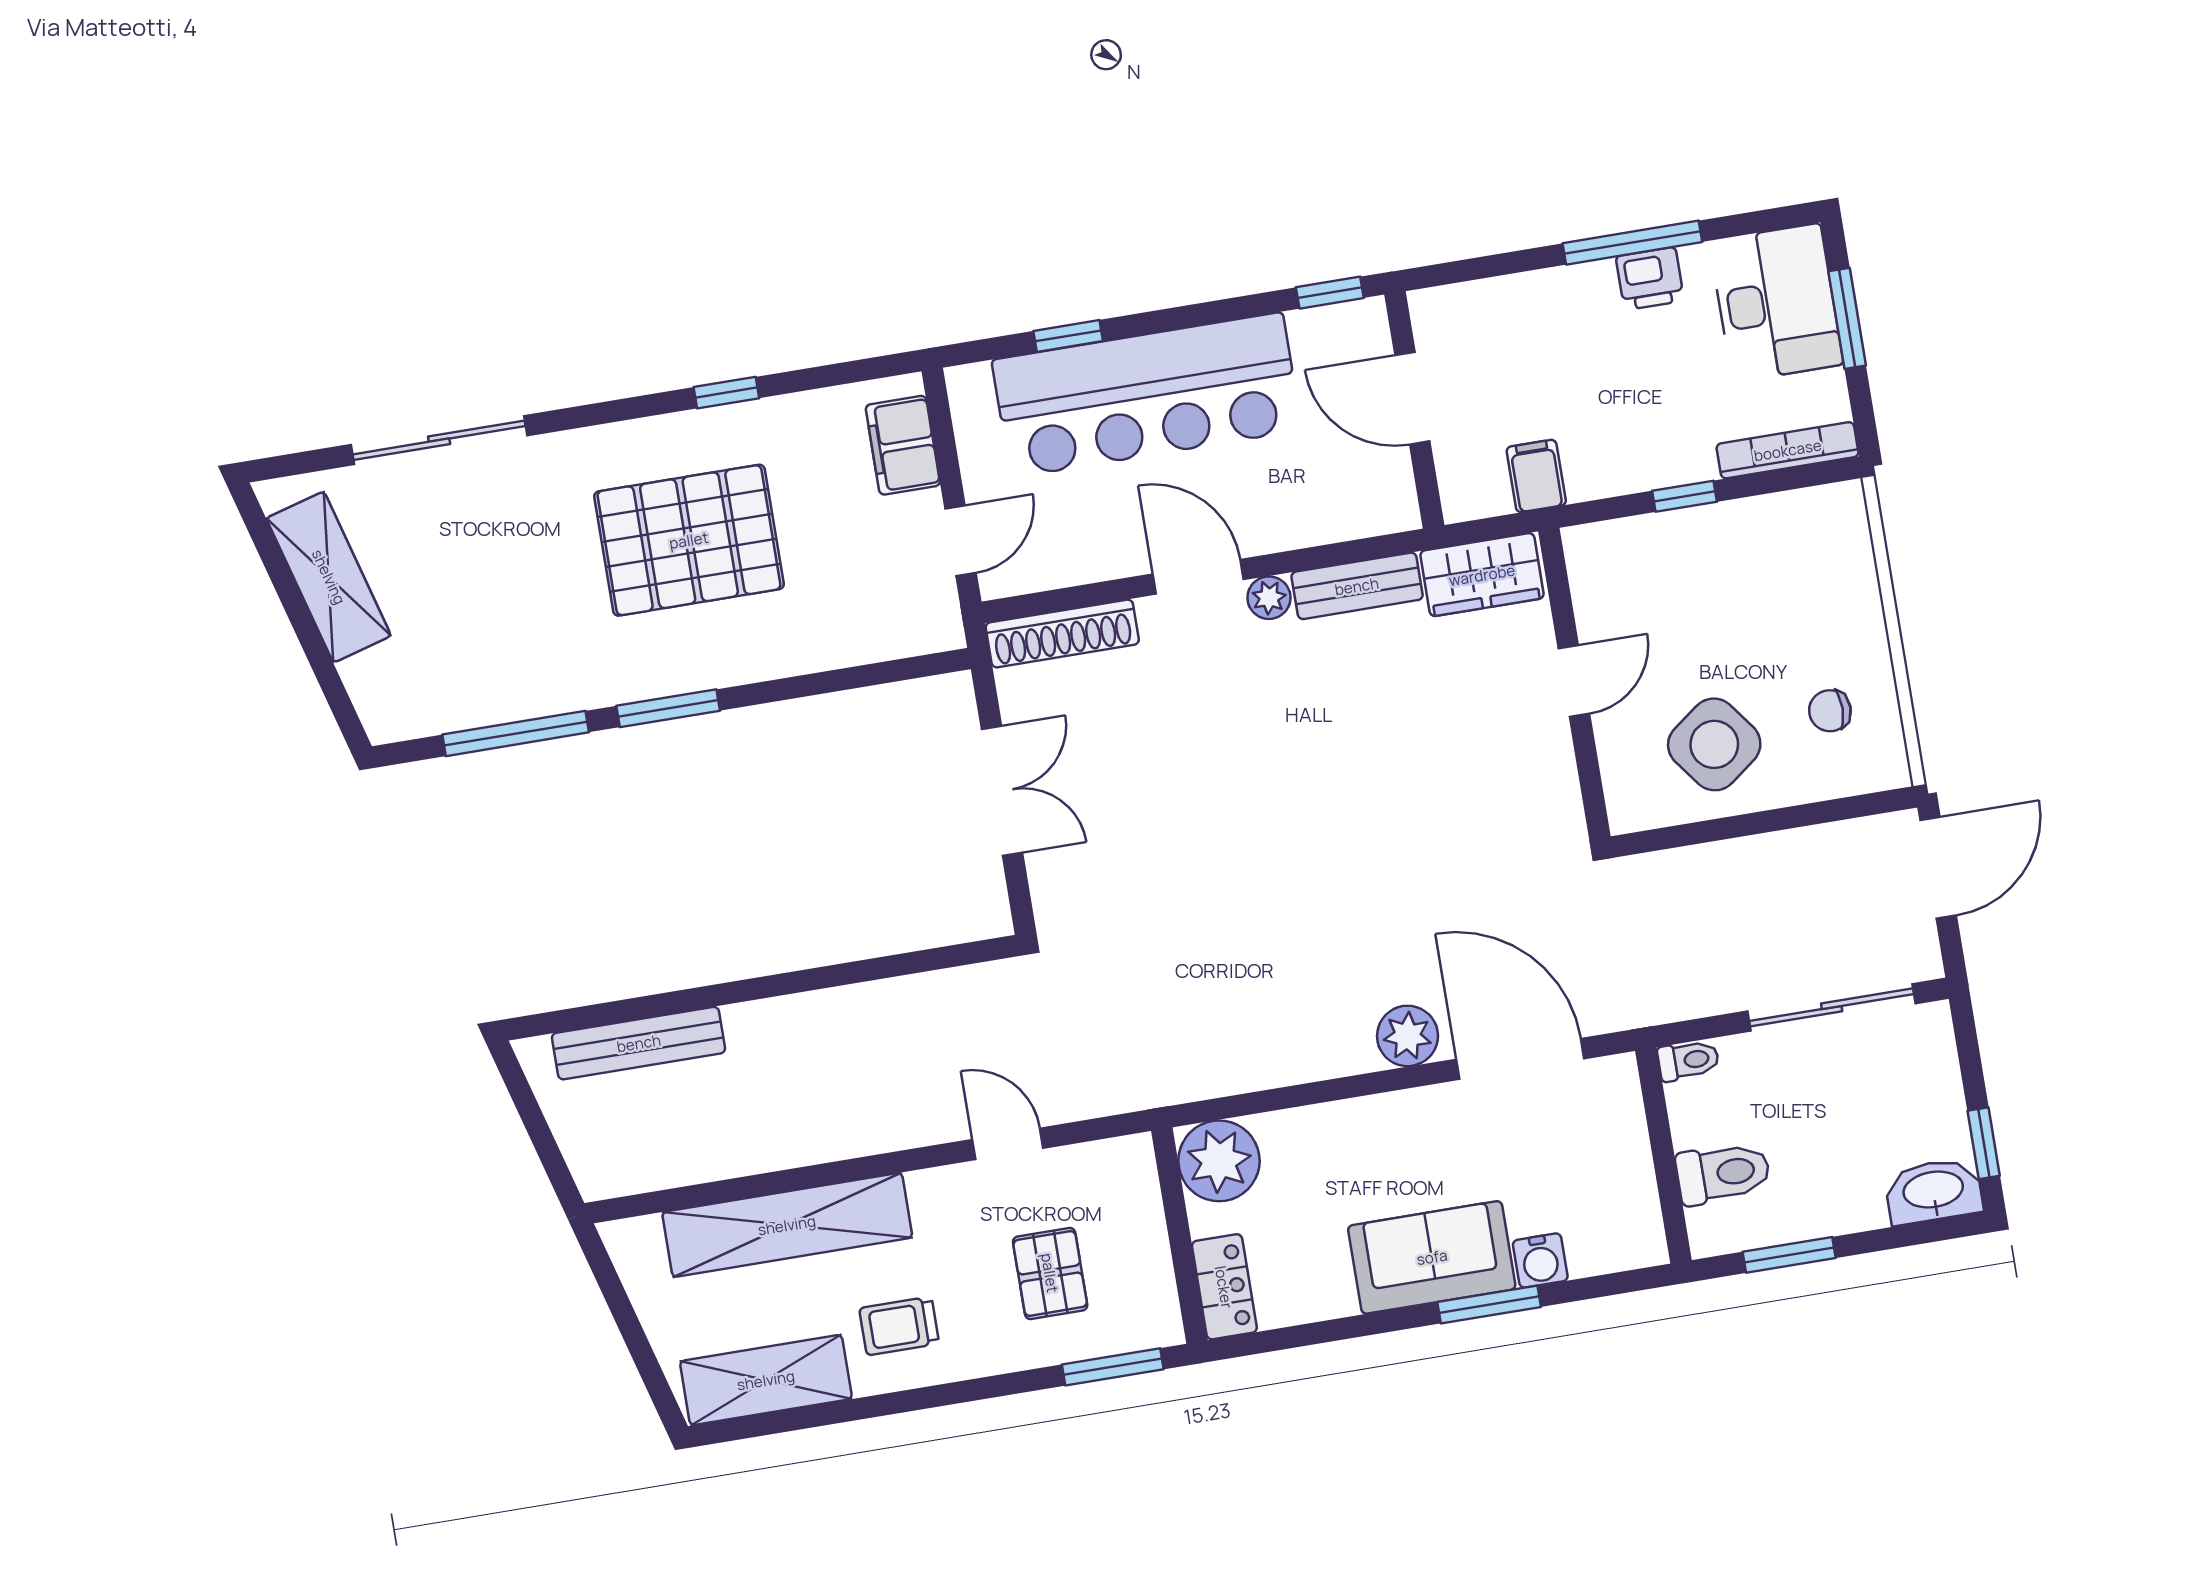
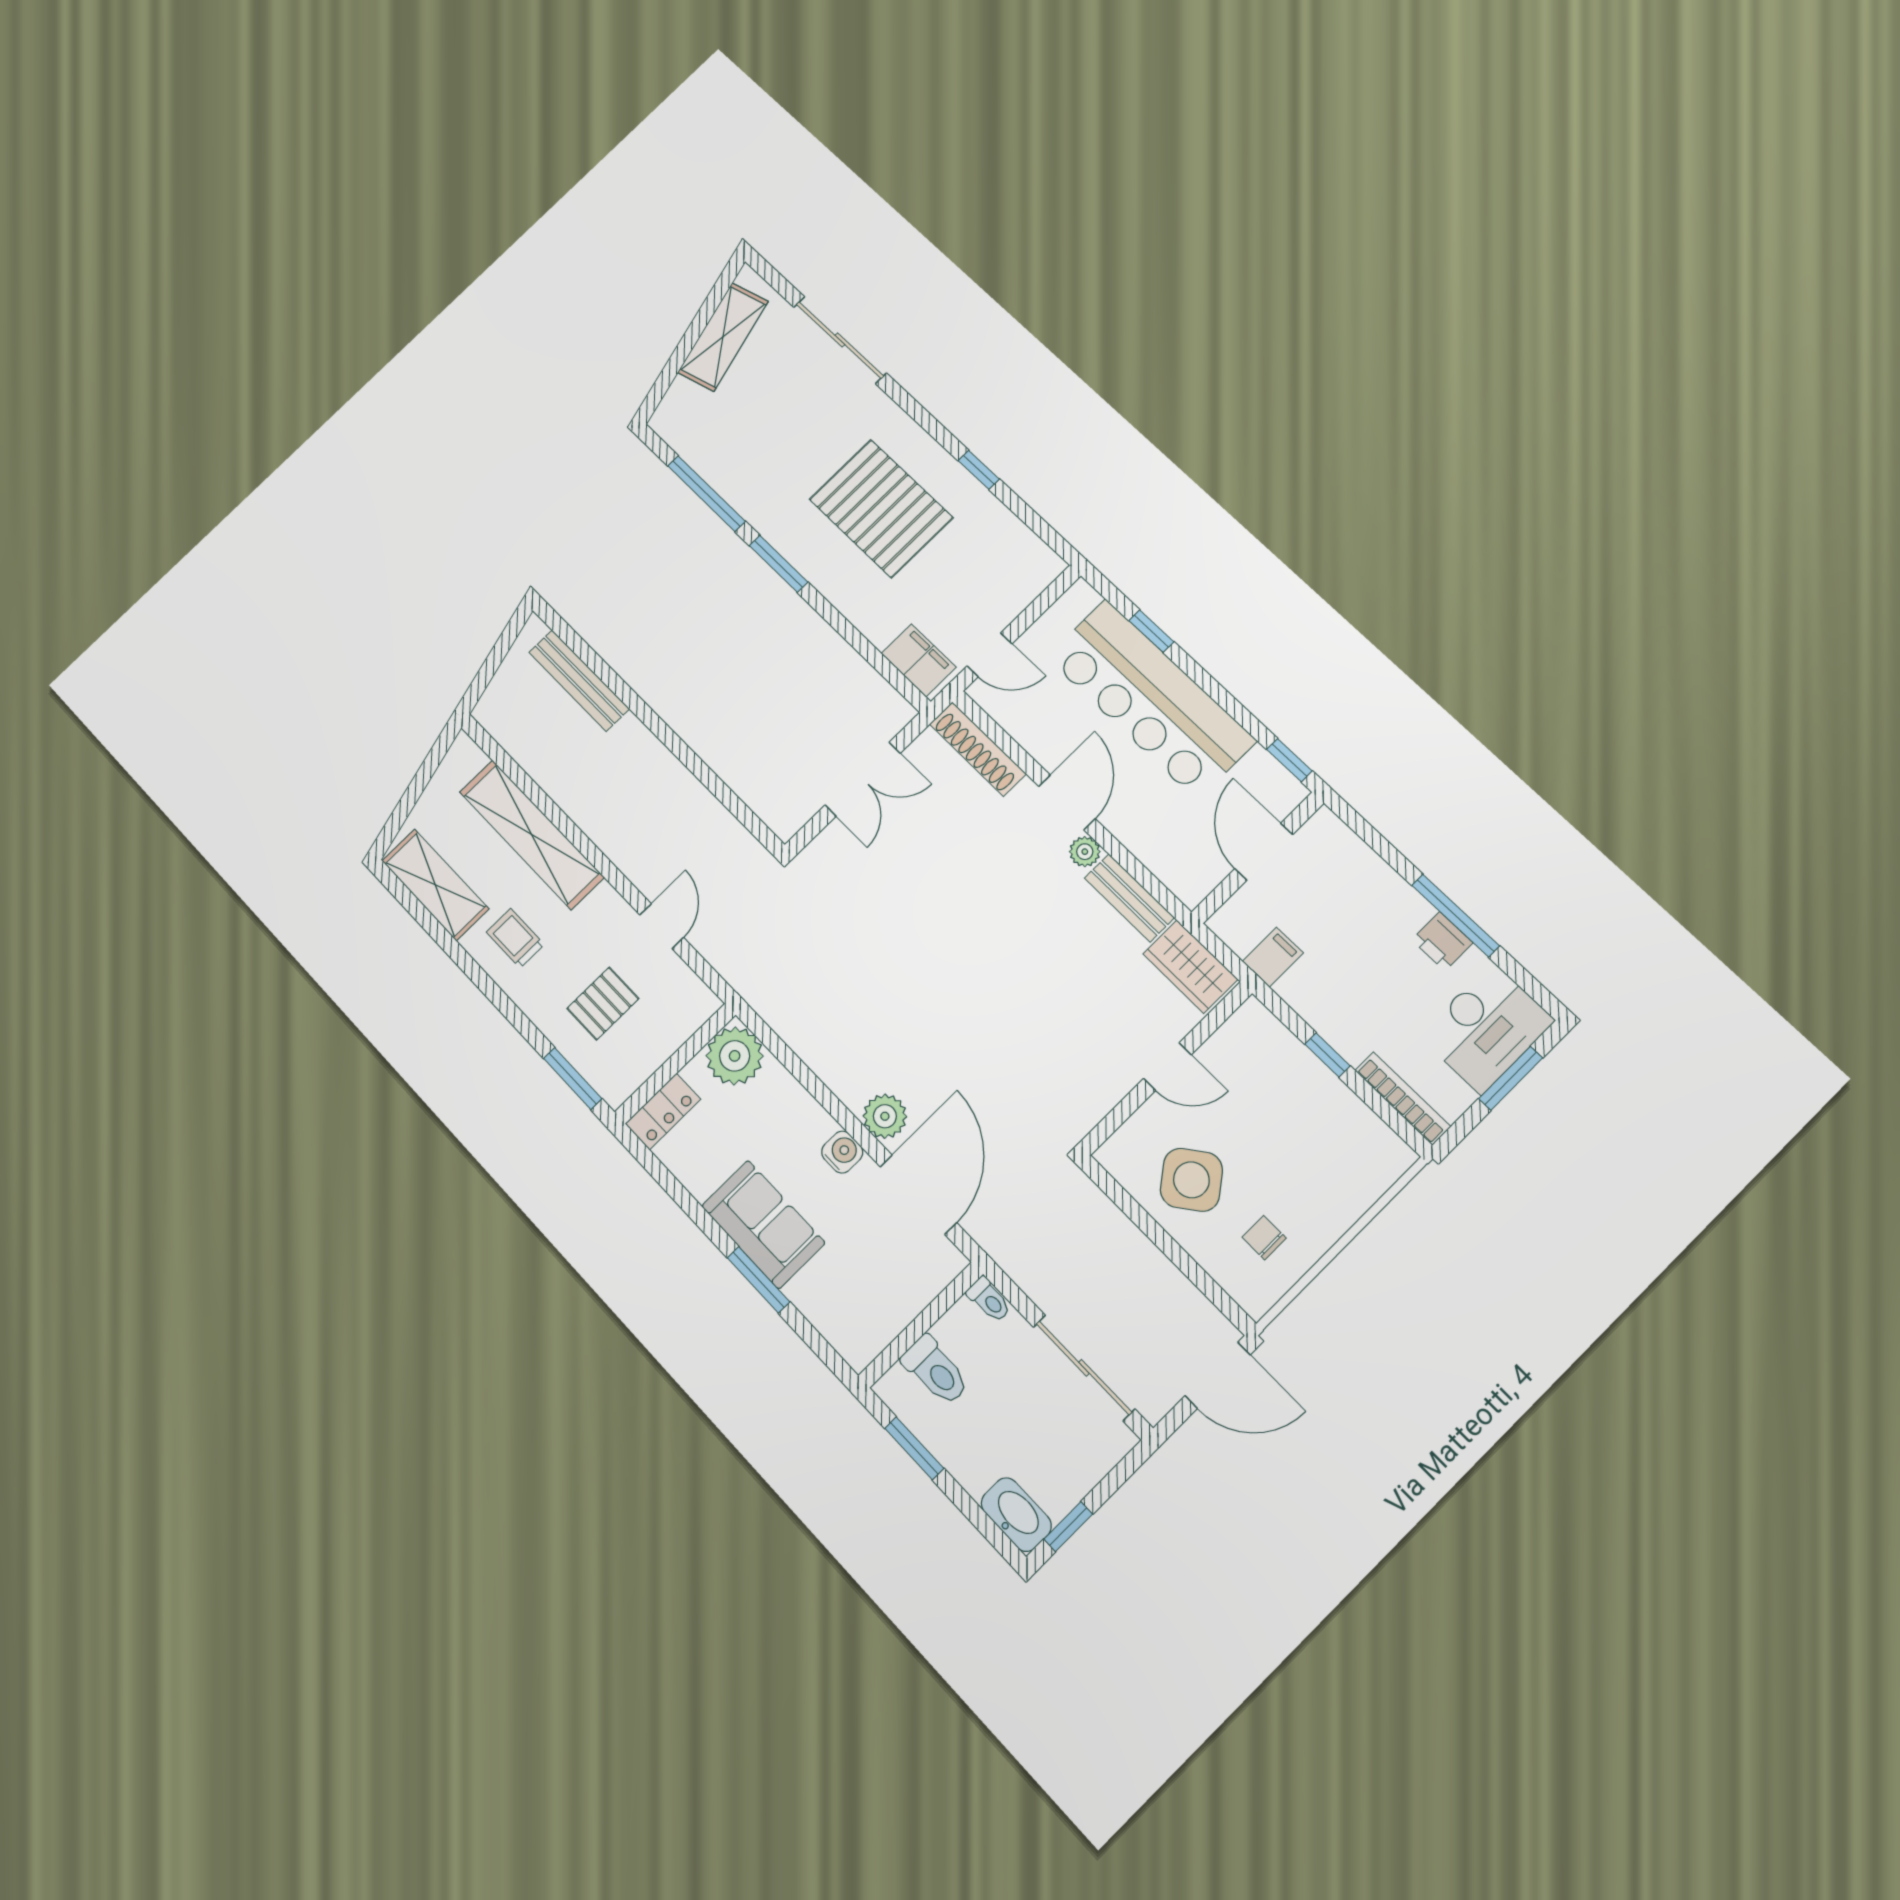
filing cabinet: (903, 445) -> (919, 660), moved, turned 90
water cooler: (1540, 1261) -> (842, 1152), moved, turned 180

